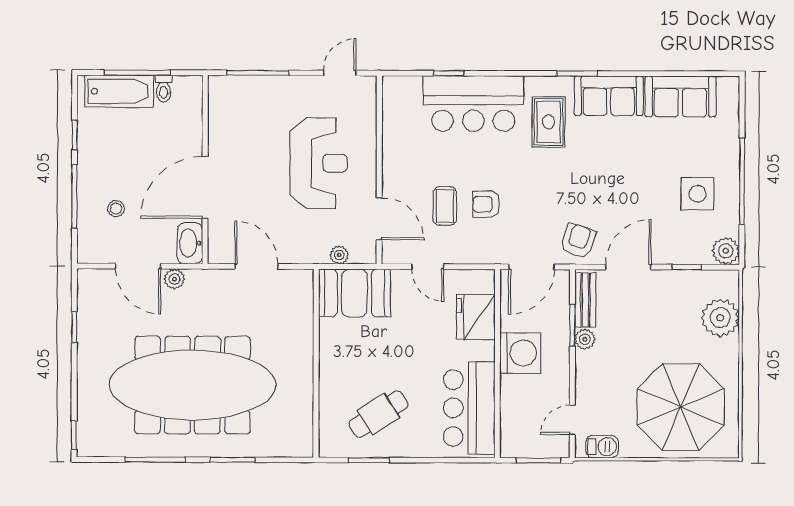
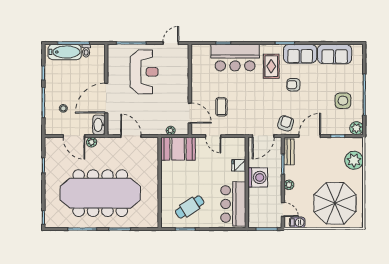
reception desk: (318, 163) -> (144, 72), moved
armchair: (486, 204) -> (293, 85), moved
fridge: (476, 317) -> (239, 165), width x0.53, depth x0.75
plant: (585, 339) -> (289, 185), moved
door: (572, 420) -> (283, 210), swing flipped

